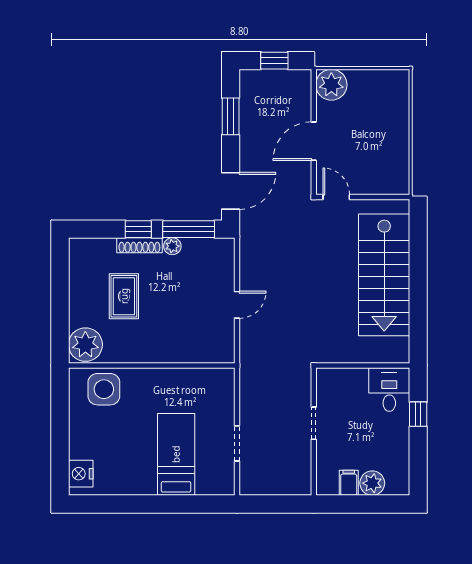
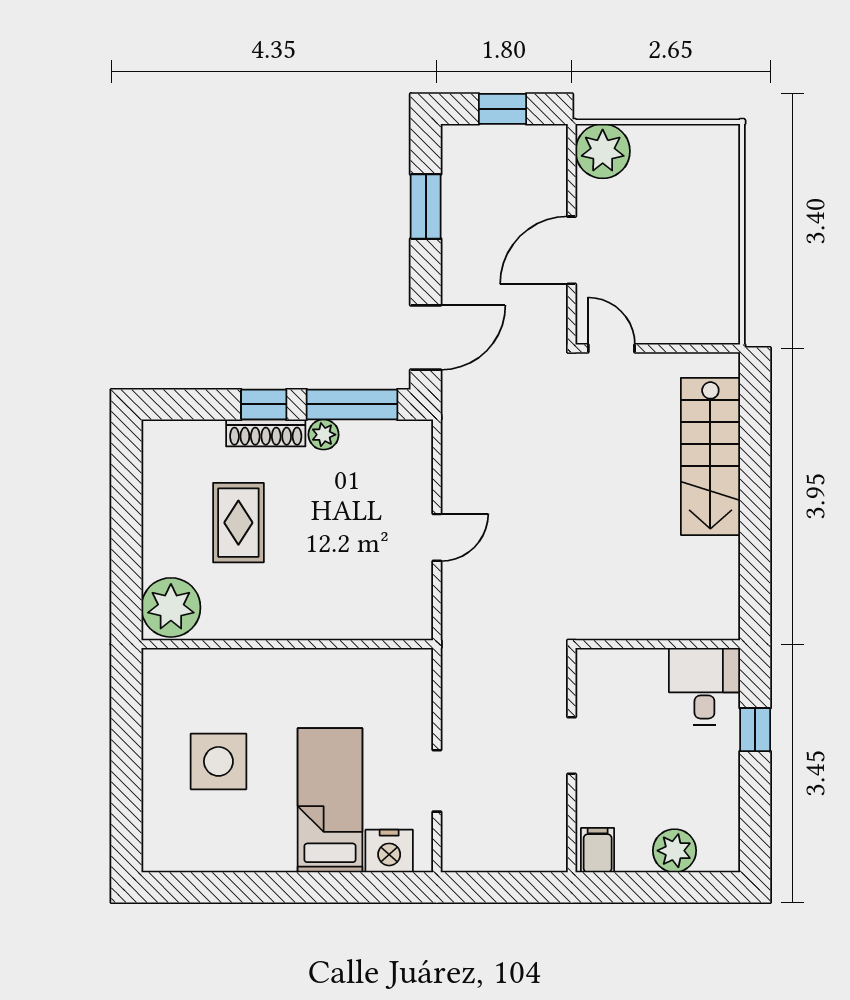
stairs: (384, 275) -> (710, 456), width x0.73, depth x0.66
side table: (104, 389) -> (218, 761), moved
nightstand: (81, 474) -> (389, 851), moved, turned -90
filing cabinet: (349, 483) -> (598, 850), moved

